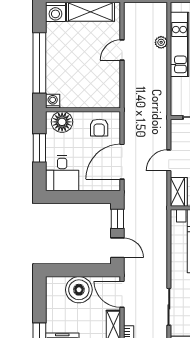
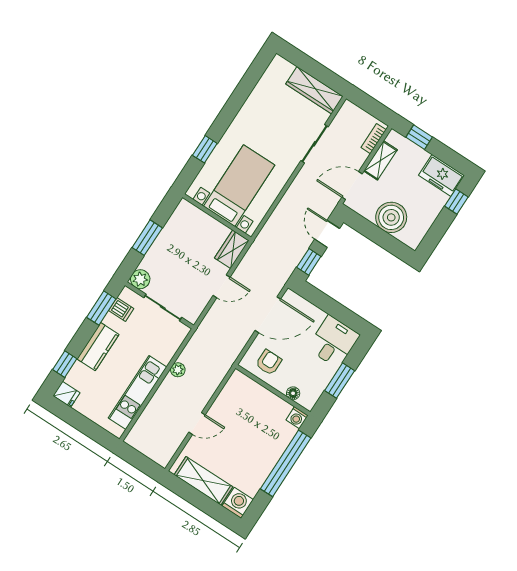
plant: (161, 42) -> (178, 370), moved
floor lamp: (62, 122) -> (293, 393), width x0.53, depth x0.53
door: (122, 294) -> (352, 186), swing flipped

